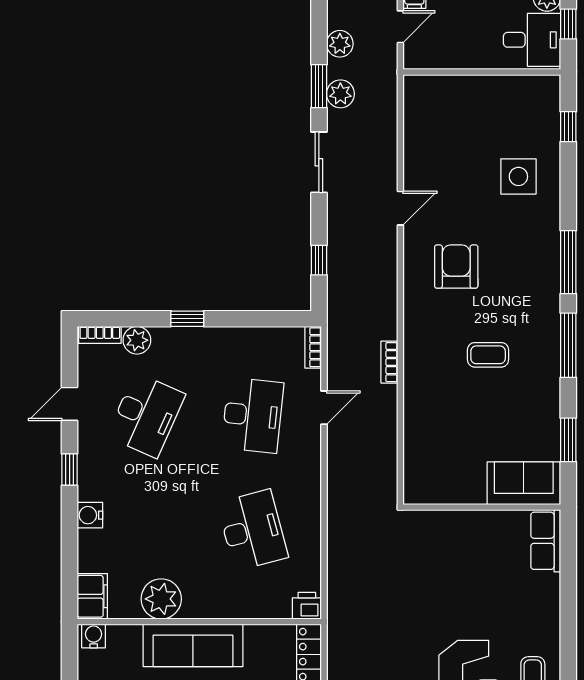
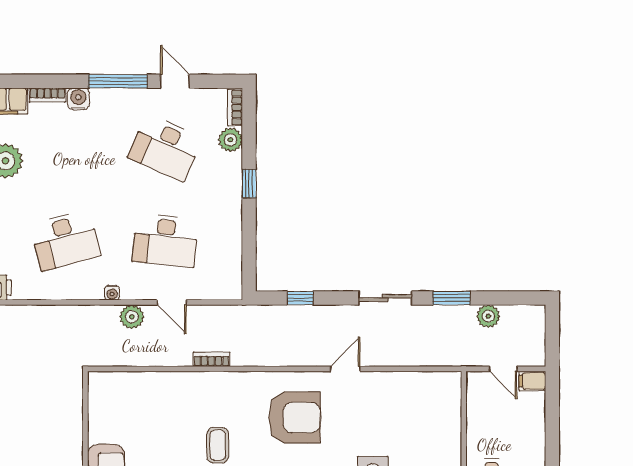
plant: (340, 94) -> (132, 317), moved
door: (400, 208) -> (345, 369), swing flipped
armchair: (456, 267) -> (294, 417), width x1.36, depth x1.36
bookcase: (313, 347) -> (47, 95), moved, turned 180
window: (70, 469) -> (118, 81), width x2.17
water cooler: (313, 476) -> (112, 293), added

